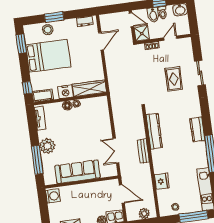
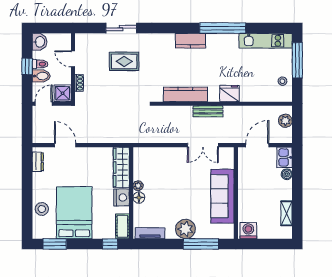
window: (54, 17) -> (27, 199), removed
fridge: (162, 181) -> (230, 93), moved

